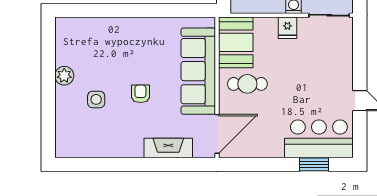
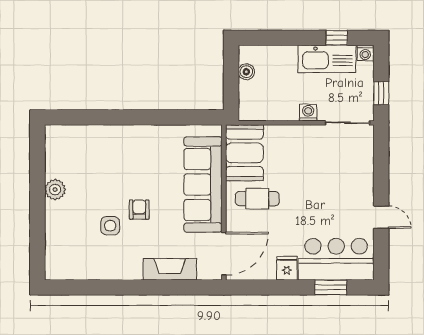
fridge: (287, 28) -> (287, 268), moved, turned 180
side table: (96, 99) -> (110, 226), moved

